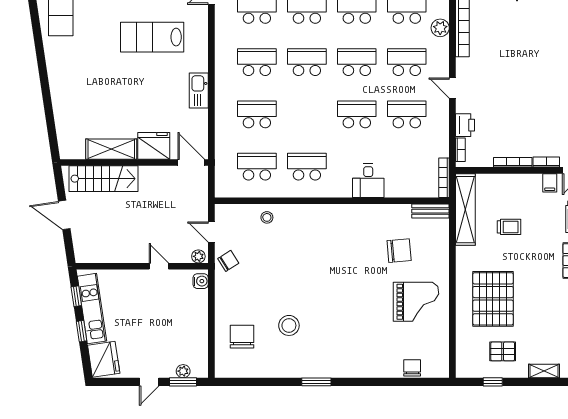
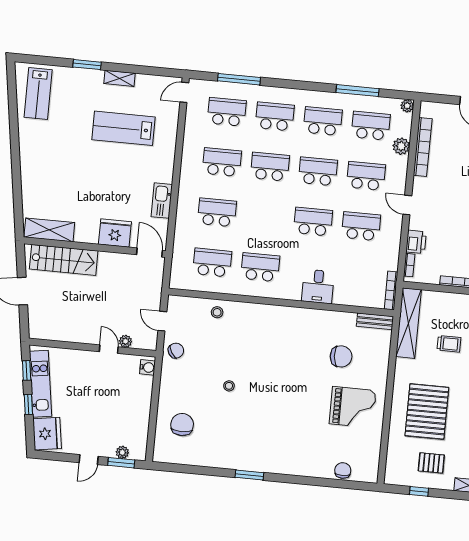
kitchen sink: (199, 91) -> (162, 201), moved
shelving: (111, 149) -> (49, 230), moved
plant: (198, 256) -> (125, 341), moved
stool: (289, 325) -> (229, 386), moved, width x0.53, depth x0.53

